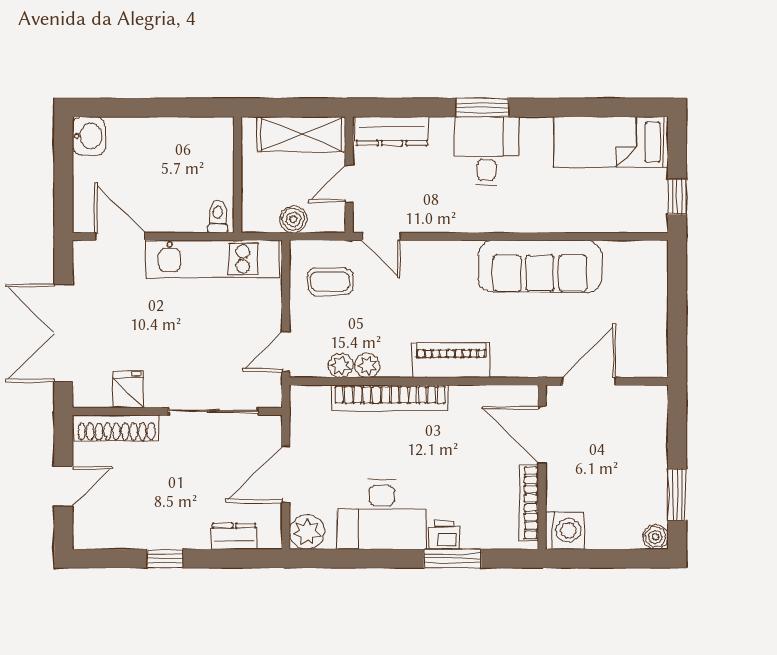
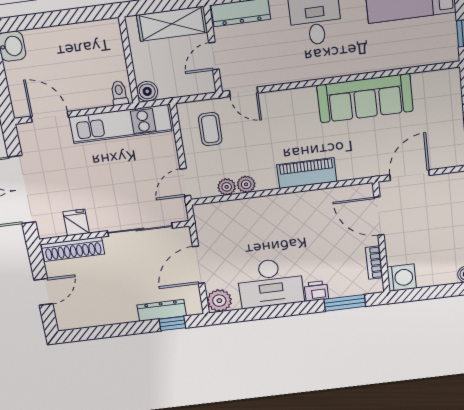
boiler: (293, 219) -> (147, 91), moved
coffee table: (330, 282) -> (210, 129), turned 90
bookcase: (390, 398) -> (266, 205), removed
bookcase: (529, 503) -> (374, 263), width x0.64
dresser: (234, 536) -> (162, 310), width x1.44
window: (165, 558) -> (172, 324), moved
window: (452, 558) -> (345, 303), moved

